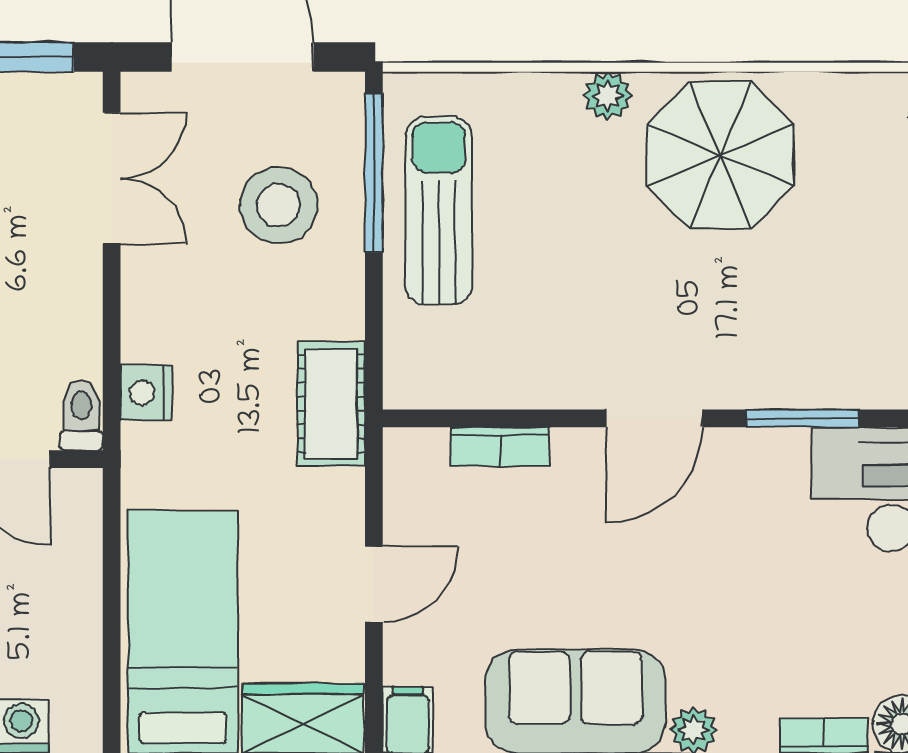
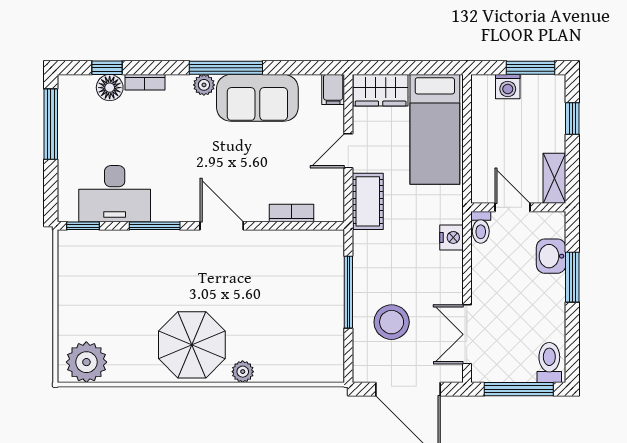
window: (374, 173) -> (348, 292), moved
sun lounger: (439, 211) -> (319, 320), removed
cot: (331, 404) -> (368, 201), moved
door: (654, 418) -> (222, 226), hinge flipped

